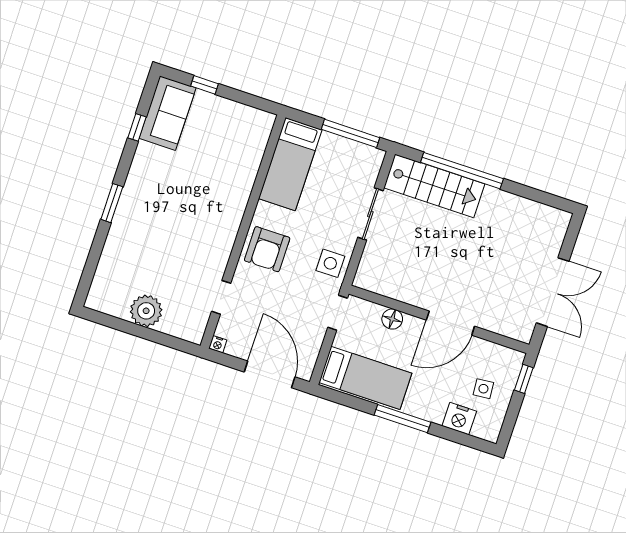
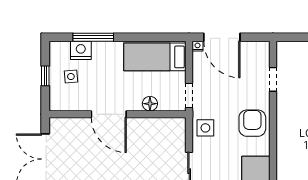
door: (450, 323) -> (109, 114), swing flipped
nightstand: (218, 344) -> (198, 46), moved
window: (524, 379) -> (45, 76), moved
window: (402, 419) -> (93, 37), moved

